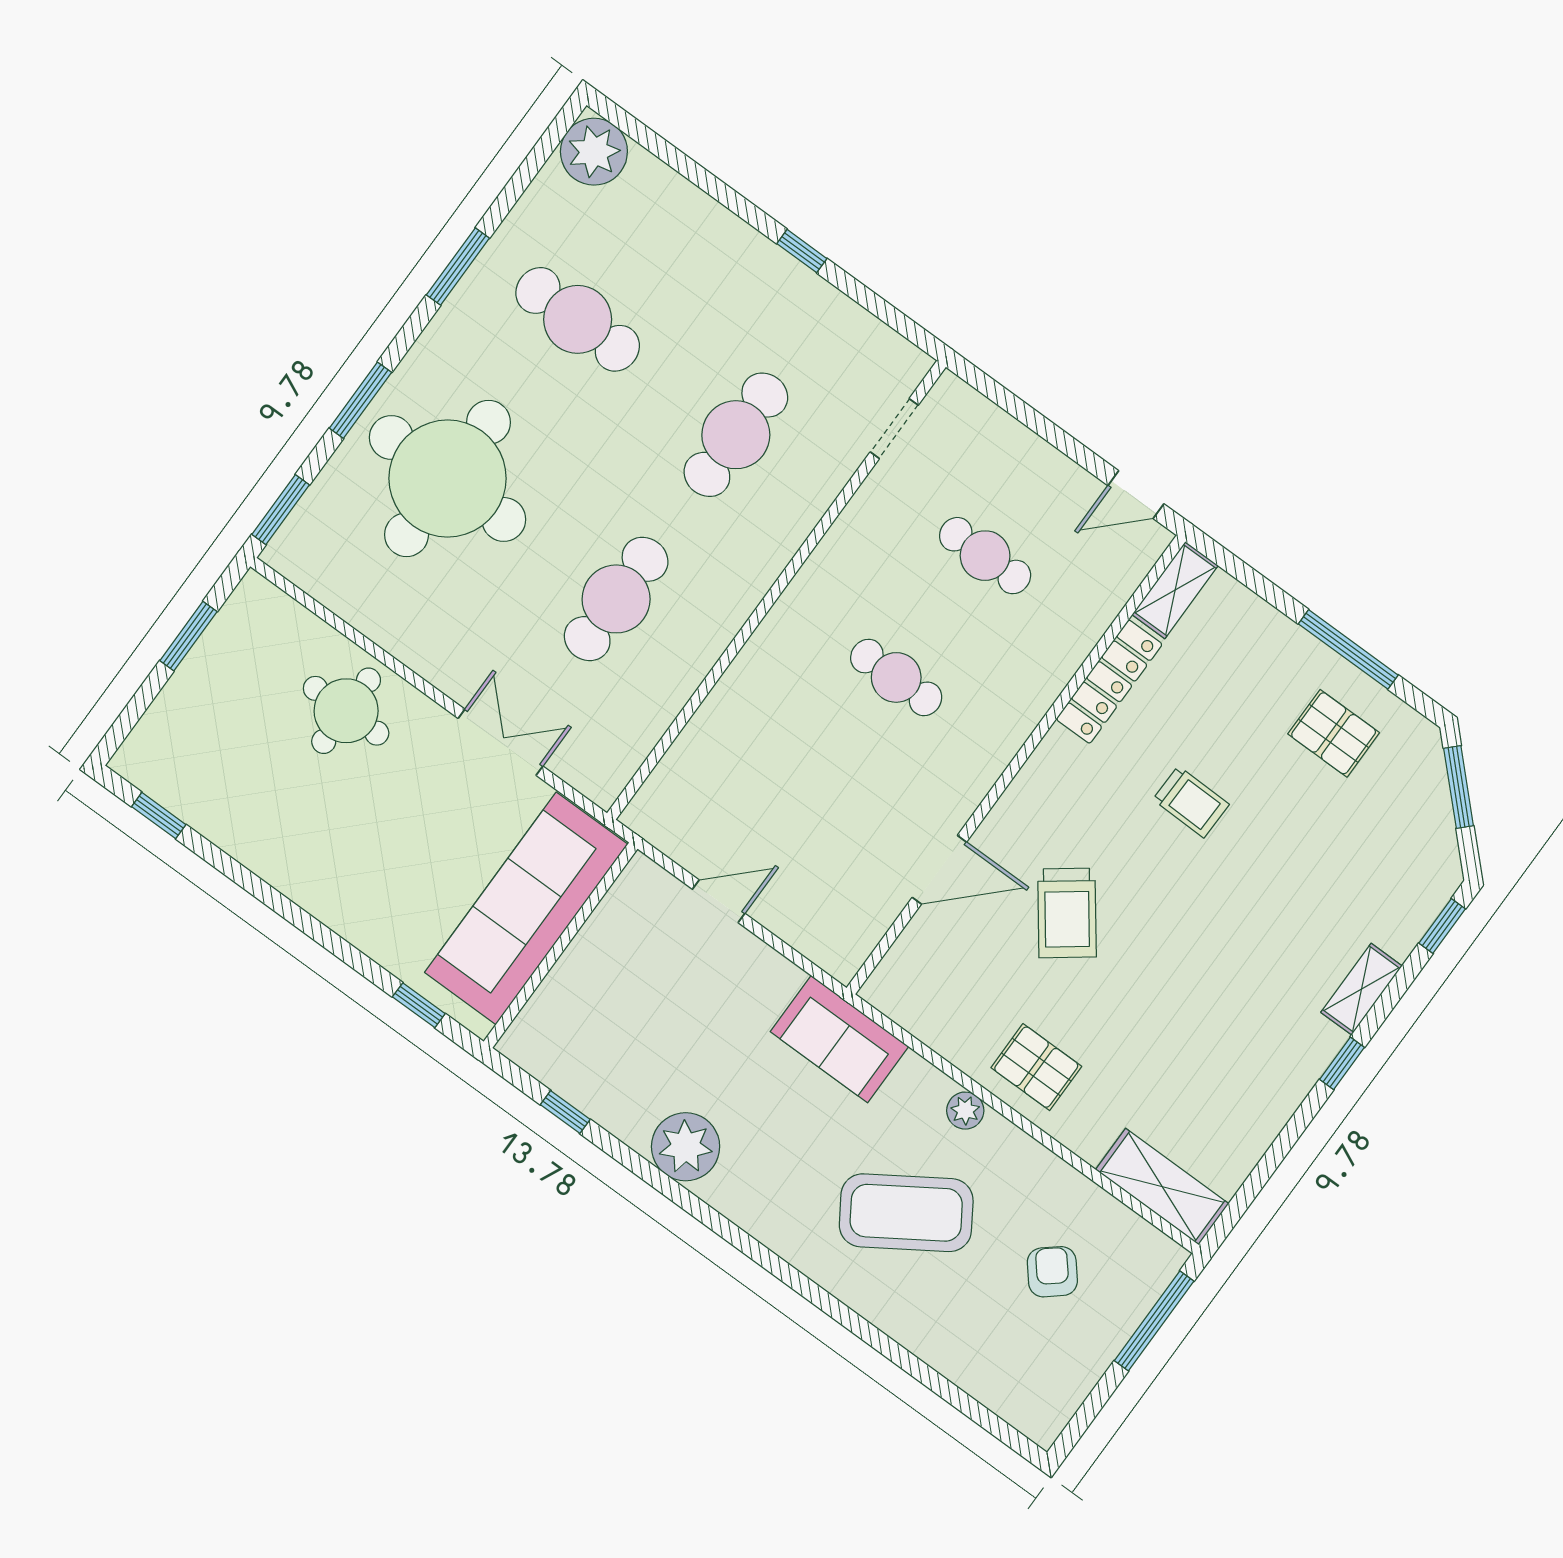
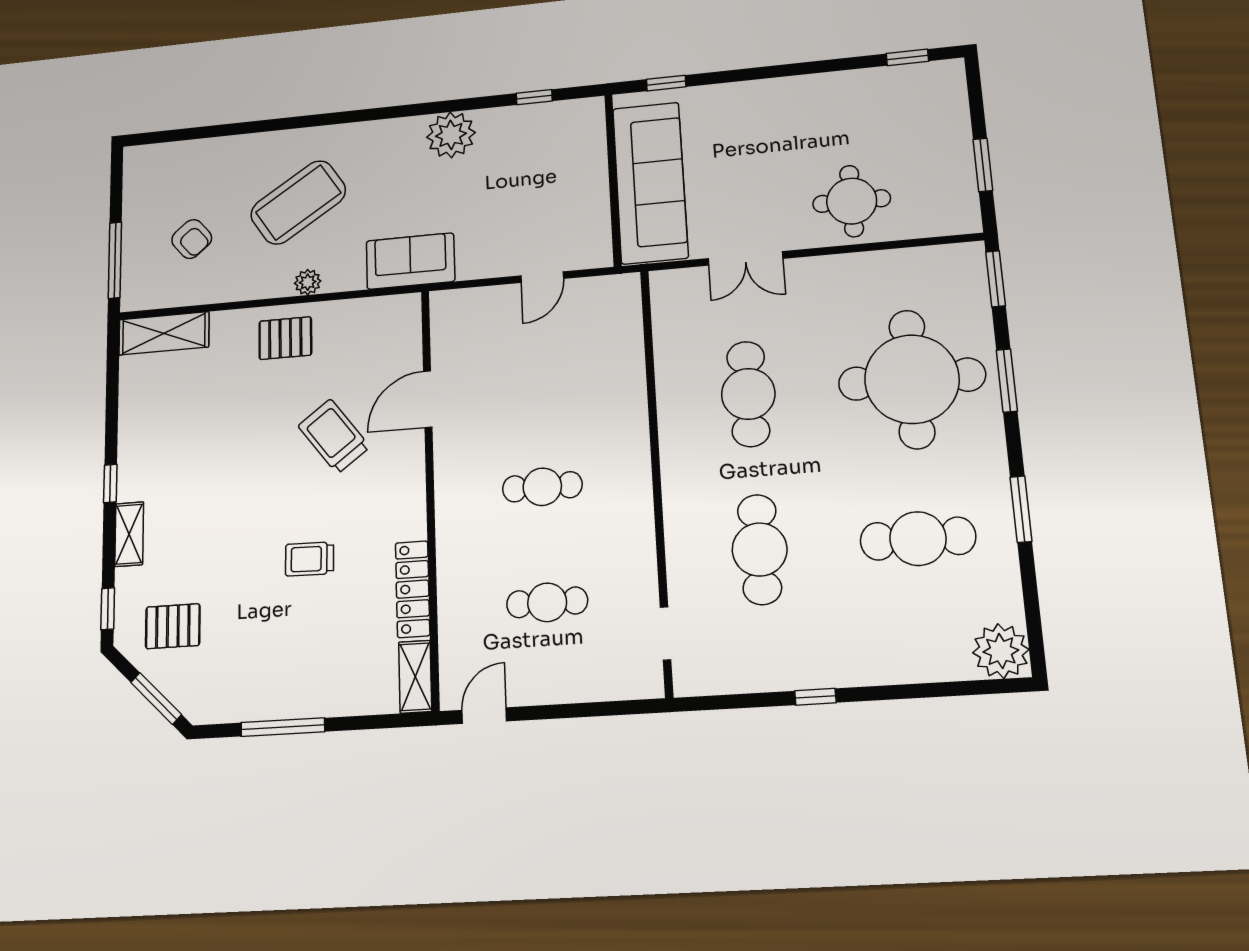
pallet: (1334, 733) -> (173, 626), moved

